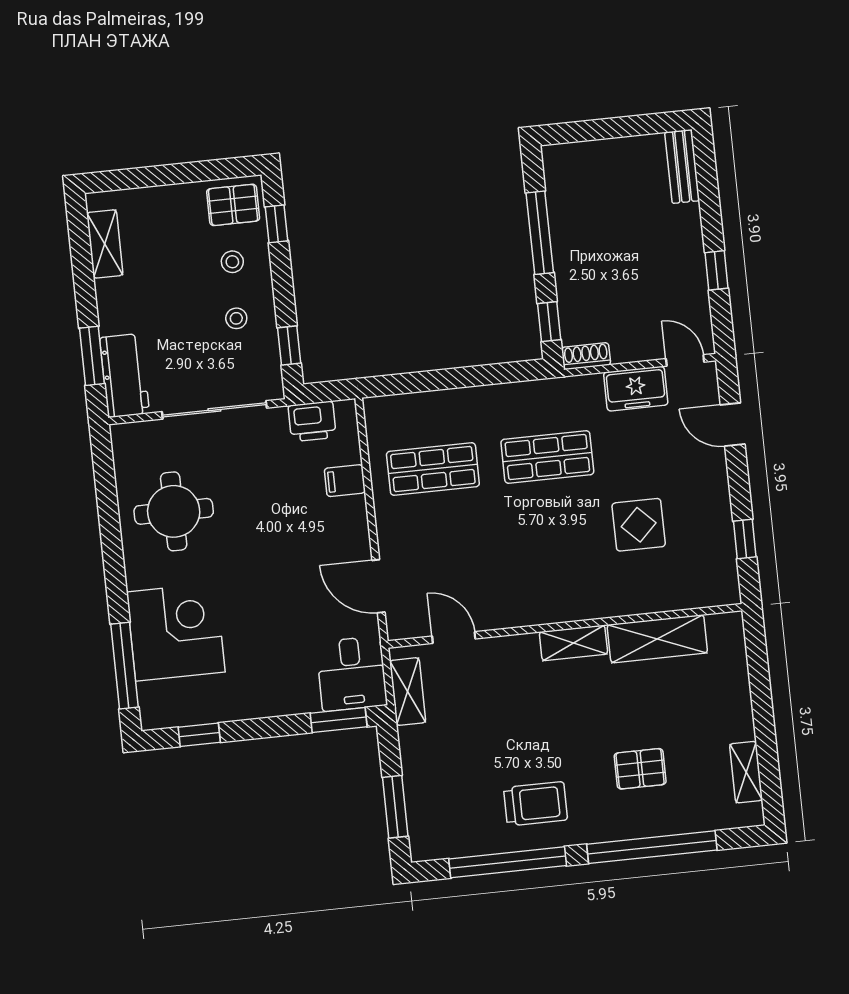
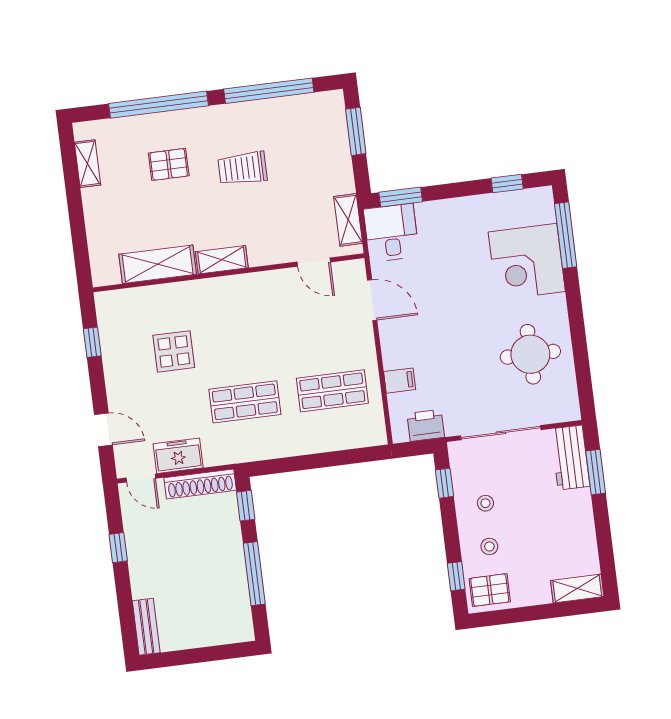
shelving: (105, 244) -> (577, 589), moved, turned 90
shoe rack: (586, 356) -> (200, 484), width x1.94, depth x1.24
trolley: (536, 804) -> (243, 168), moved

